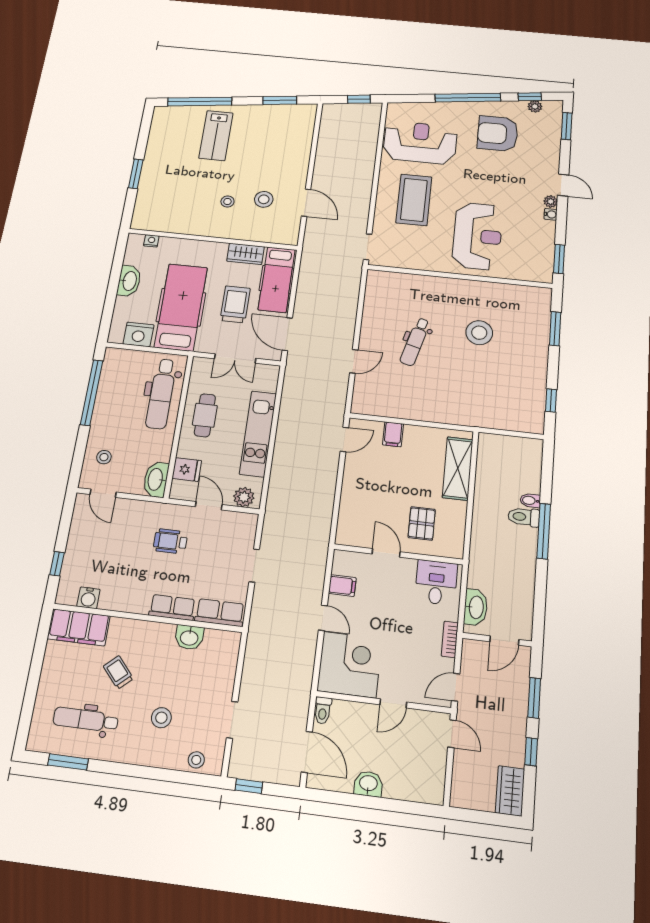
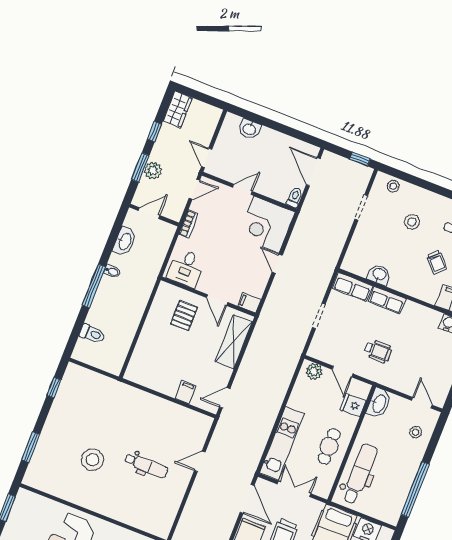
dental chair: (415, 342) -> (146, 465), turned 75
kitchen unit: (258, 434) -> (282, 443), moved
shelving: (458, 468) -> (234, 342), moved
bidet: (530, 500) -> (112, 271), moved
toilet: (524, 517) -> (92, 334), moved
filing cabinet: (342, 586) -> (249, 303), moved
washbasin: (476, 607) -> (125, 241), moved, turned 180
plant: (517, 698) -> (153, 171), added
washbasin: (368, 784) -> (249, 129), moved

